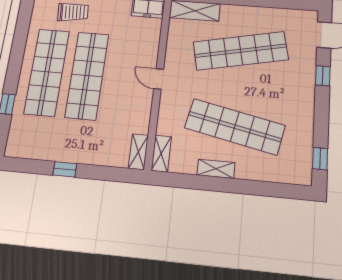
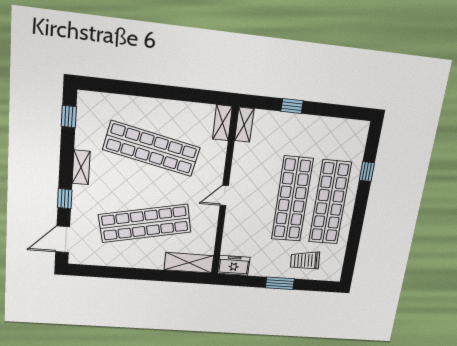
door: (159, 79) -> (224, 196), swing flipped
window: (65, 169) -> (292, 106), moved
shelving: (216, 169) -> (81, 167), moved, turned 90

